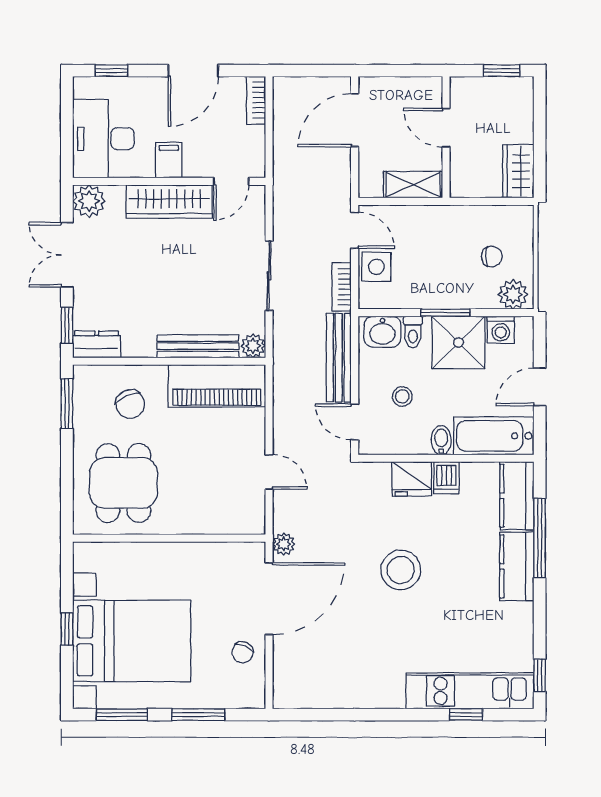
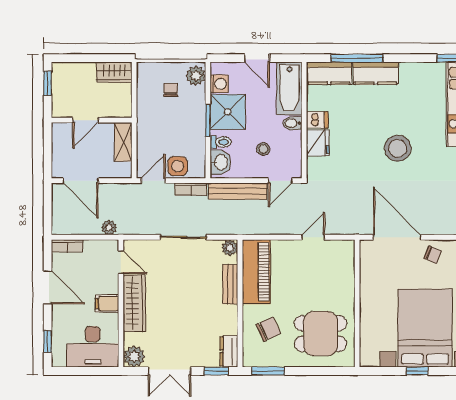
bench: (198, 346) -> (230, 284), width x0.73
plant: (284, 544) -> (109, 228), moved
stool: (401, 570) -> (398, 148), moved

